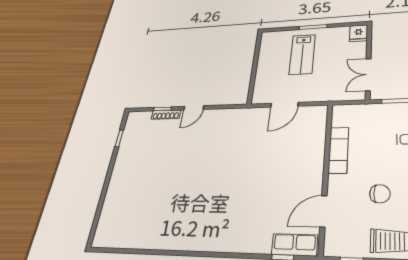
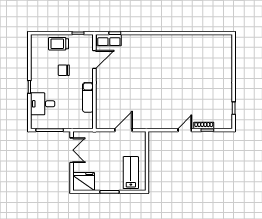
fridge: (358, 33) -> (84, 182), width x1.88, depth x1.34
lab bench: (302, 54) -> (131, 173), moved

